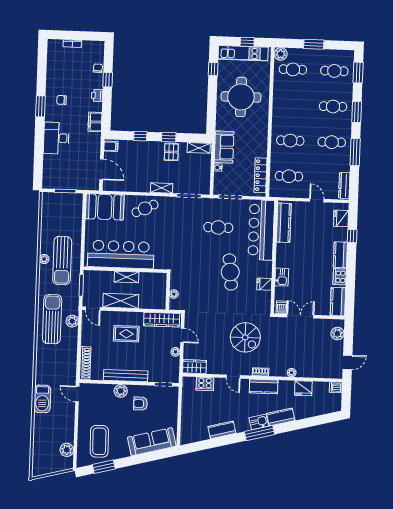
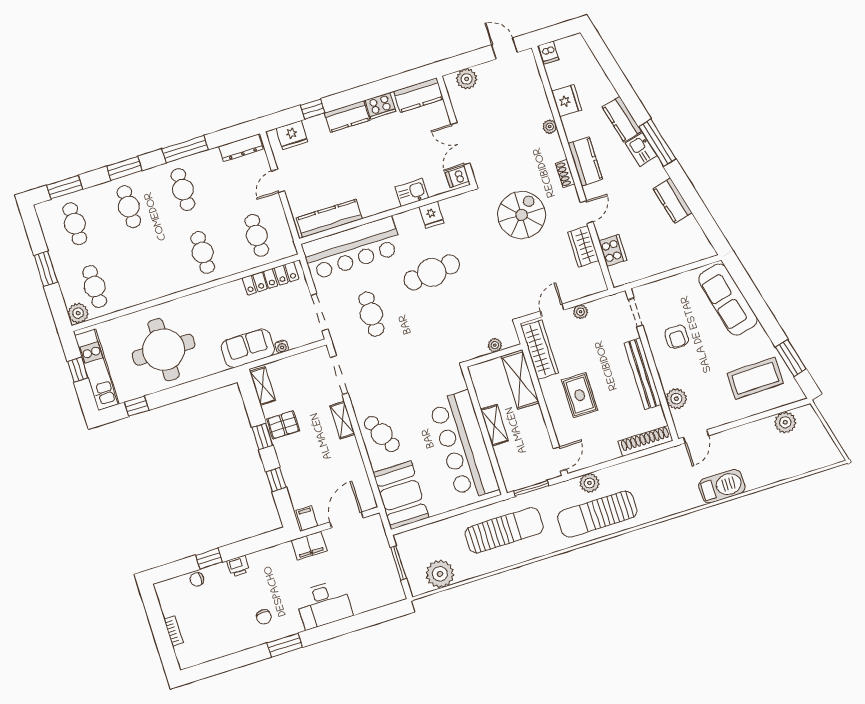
filing cabinet: (95, 122) -> (309, 545), moved
plant: (44, 259) -> (440, 574), moved, width x1.88, depth x1.88
shelving: (121, 301) -> (520, 379), moved
wardrobe: (194, 367) -> (583, 246), moved
plant: (121, 391) -> (676, 399), moved

